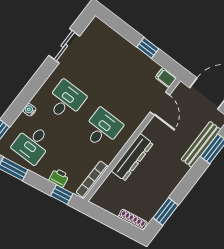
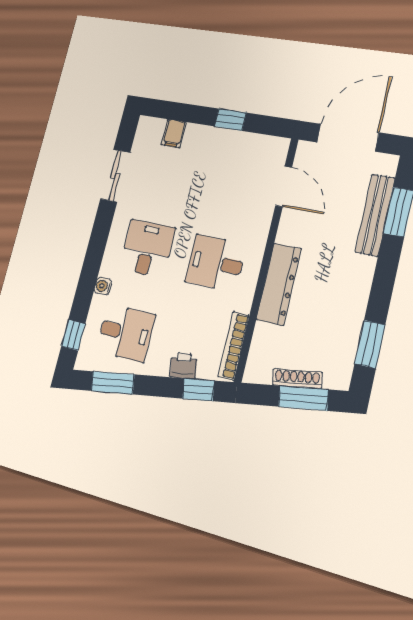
filing cabinet: (166, 78) -> (174, 133), moved, turned -90
desk: (102, 128) -> (216, 263), turned -90
desk: (32, 144) -> (126, 333), turned -90
shoe rack: (133, 220) -> (297, 379), moved
window: (118, 224) -> (303, 398), added

